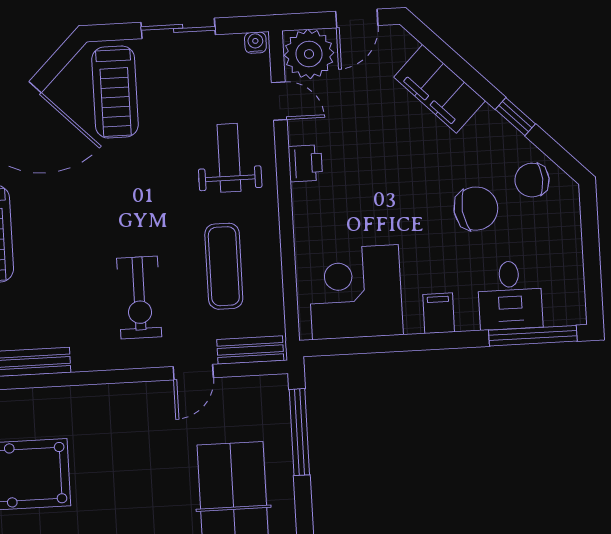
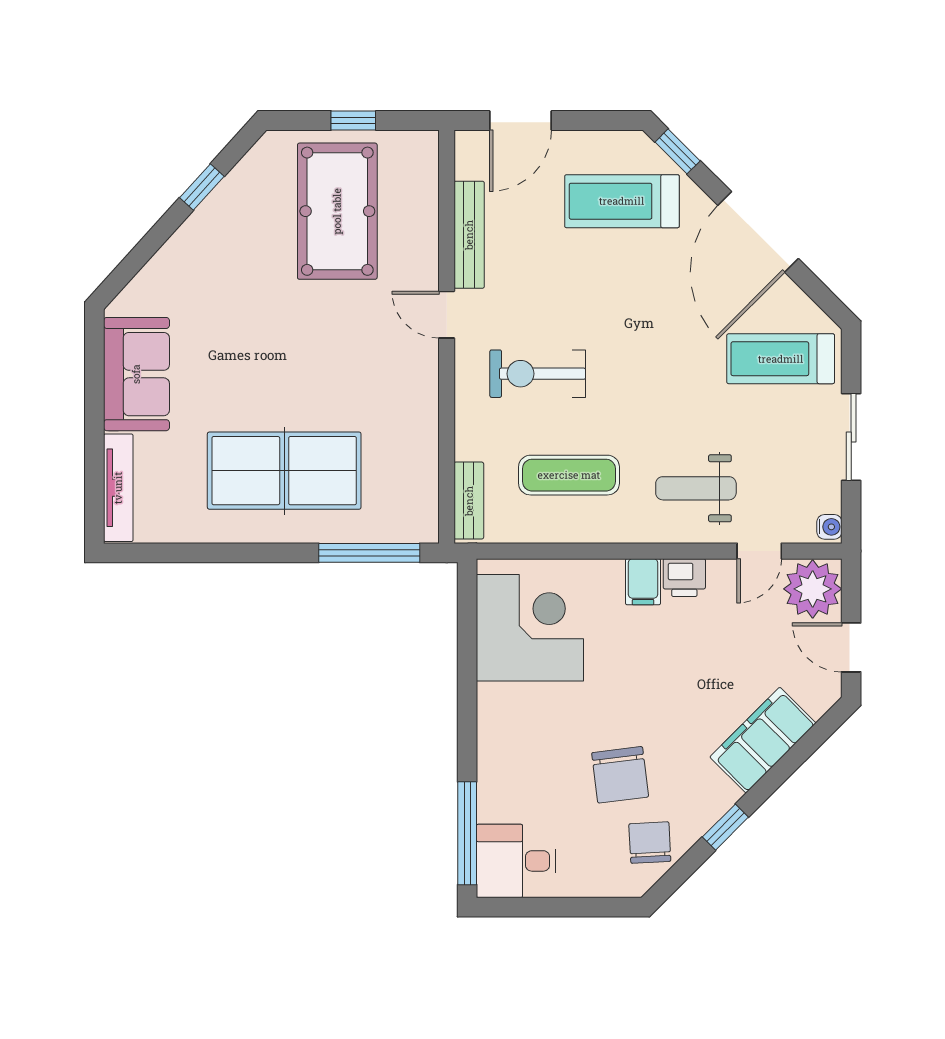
weight bench: (229, 158) -> (696, 488), turned 180
desk: (510, 295) -> (516, 861), moved
filing cabinet: (439, 313) -> (643, 582), moved, turned 90
door: (193, 372) -> (447, 315), moved

